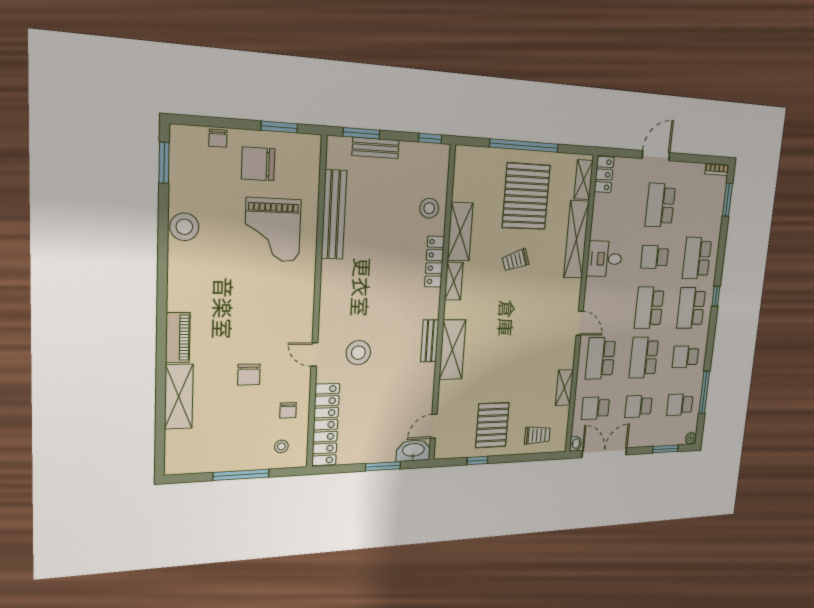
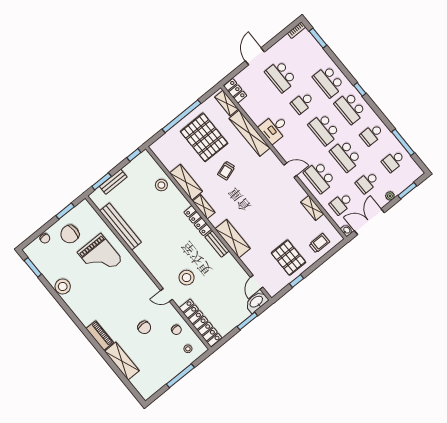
locker: (435, 262) -> (198, 221), moved
plant: (691, 438) -> (390, 196), moved

